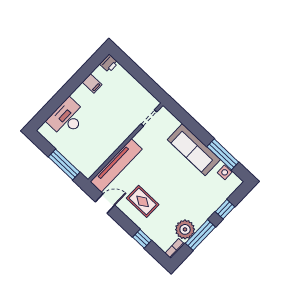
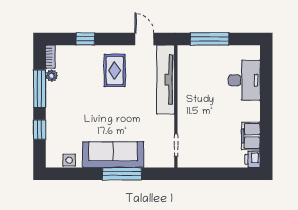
filing cabinet: (92, 83) -> (251, 136), width x2.00
window: (223, 154) -> (122, 174), moved
rug: (143, 201) -> (115, 71), turned 90
door: (105, 203) -> (144, 39), swing flipped
plant: (185, 229) -> (52, 76), width x0.53, depth x0.53

